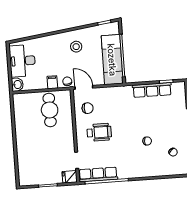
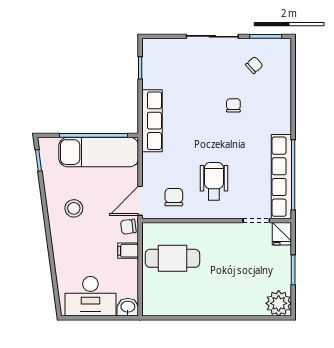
row of seats: (152, 90) -> (152, 121), moved
row of seats: (98, 174) -> (281, 177), width x1.36
plant: (26, 178) -> (279, 303), added

